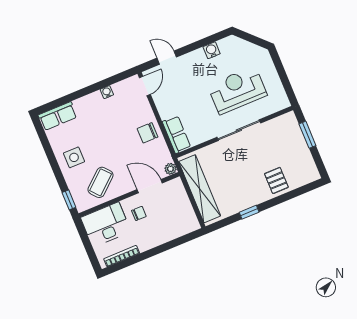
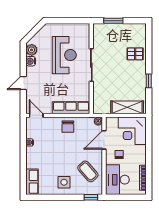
plant: (227, 45) -> (32, 50), added
door: (167, 58) -> (23, 83), moved
reception desk: (237, 90) -> (64, 55), turned 180
row of seats: (176, 135) -> (71, 108), width x1.48
shelving: (200, 189) -> (127, 107), width x0.68
corner desk: (176, 218) -> (132, 131), added

